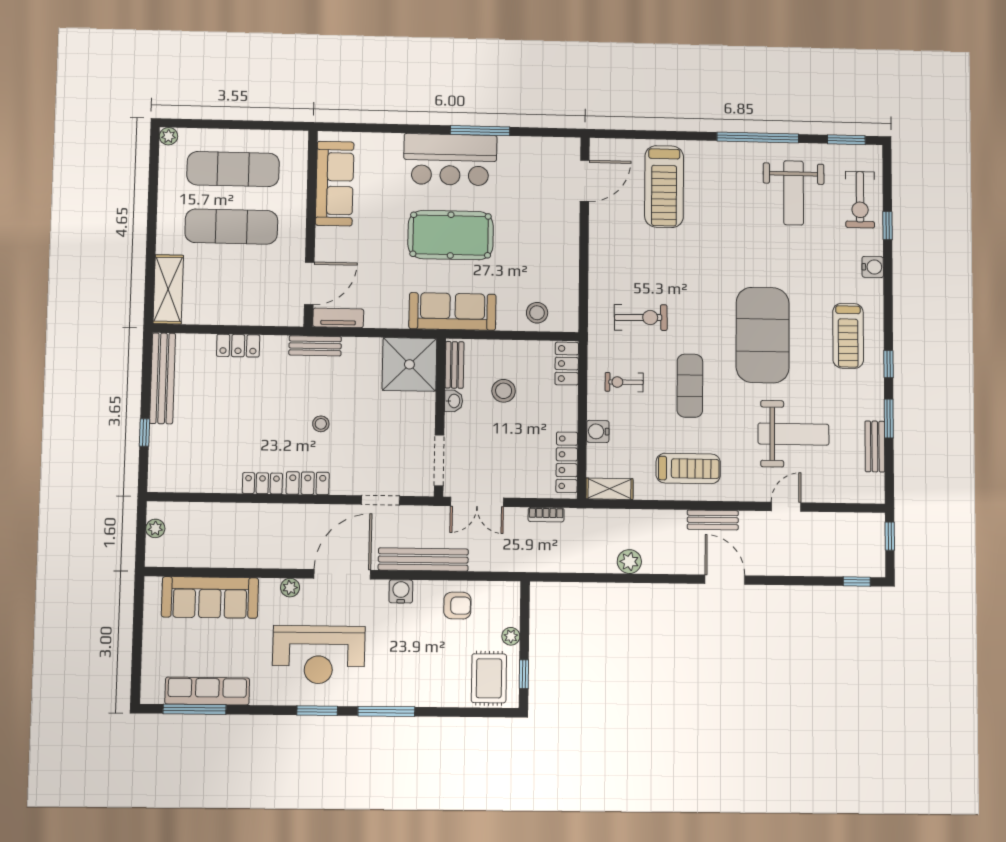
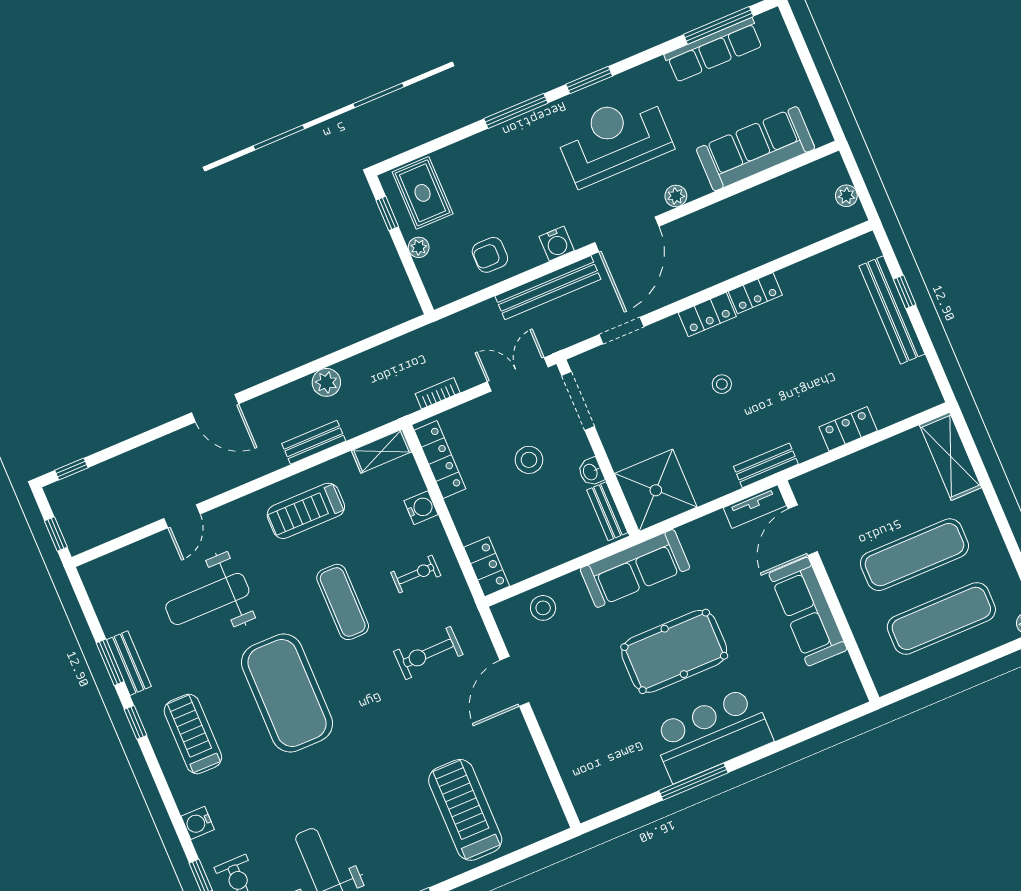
door: (585, 181) -> (514, 681), moved
sofa: (335, 184) -> (808, 612), moved
bench: (163, 378) -> (892, 310), moved
stool: (504, 391) -> (529, 460), moved
bench: (875, 446) -> (129, 663), moved
bench: (713, 520) -> (314, 442), moved

